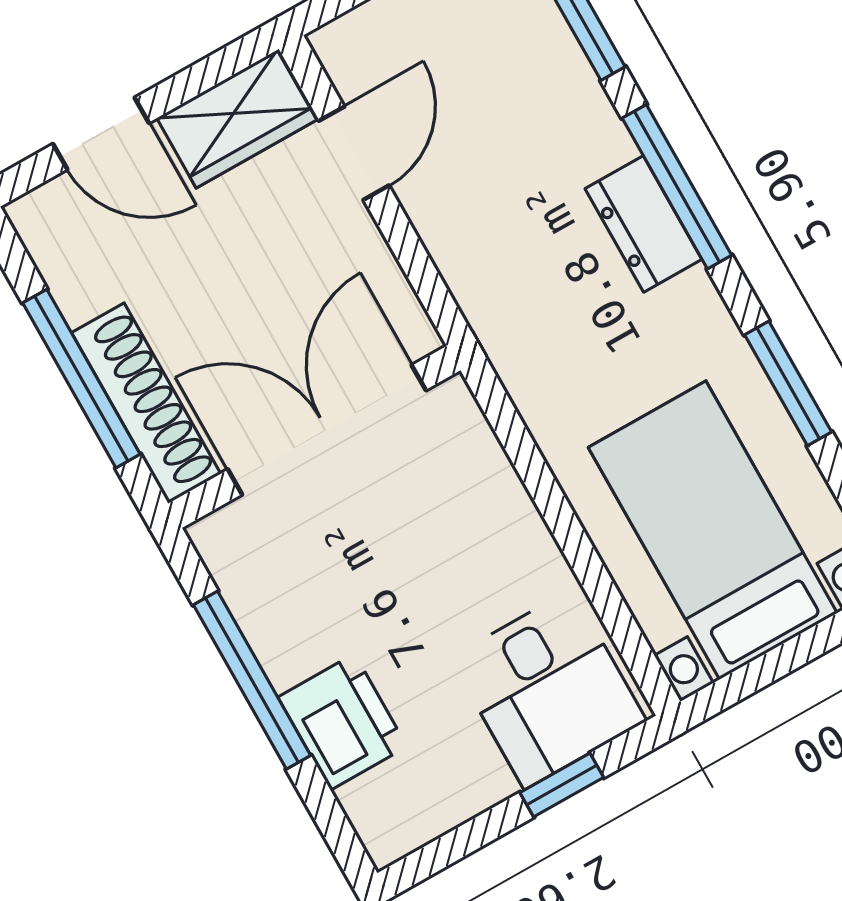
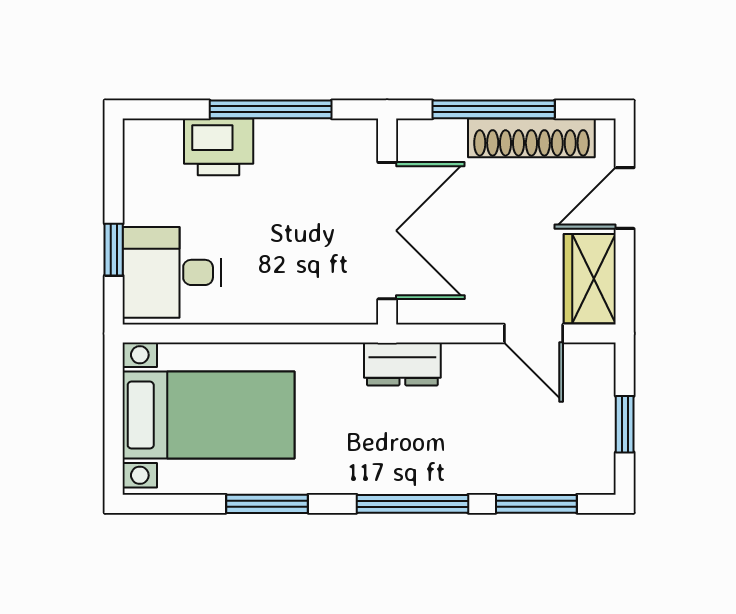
dresser: (643, 224) -> (402, 364), moved, turned 180
shoe rack: (146, 403) -> (531, 138), moved

